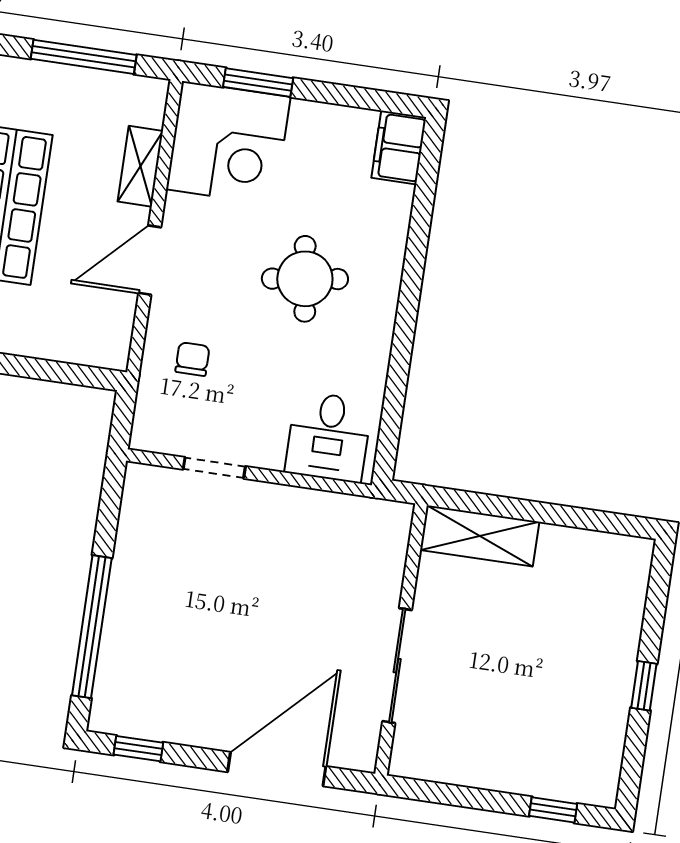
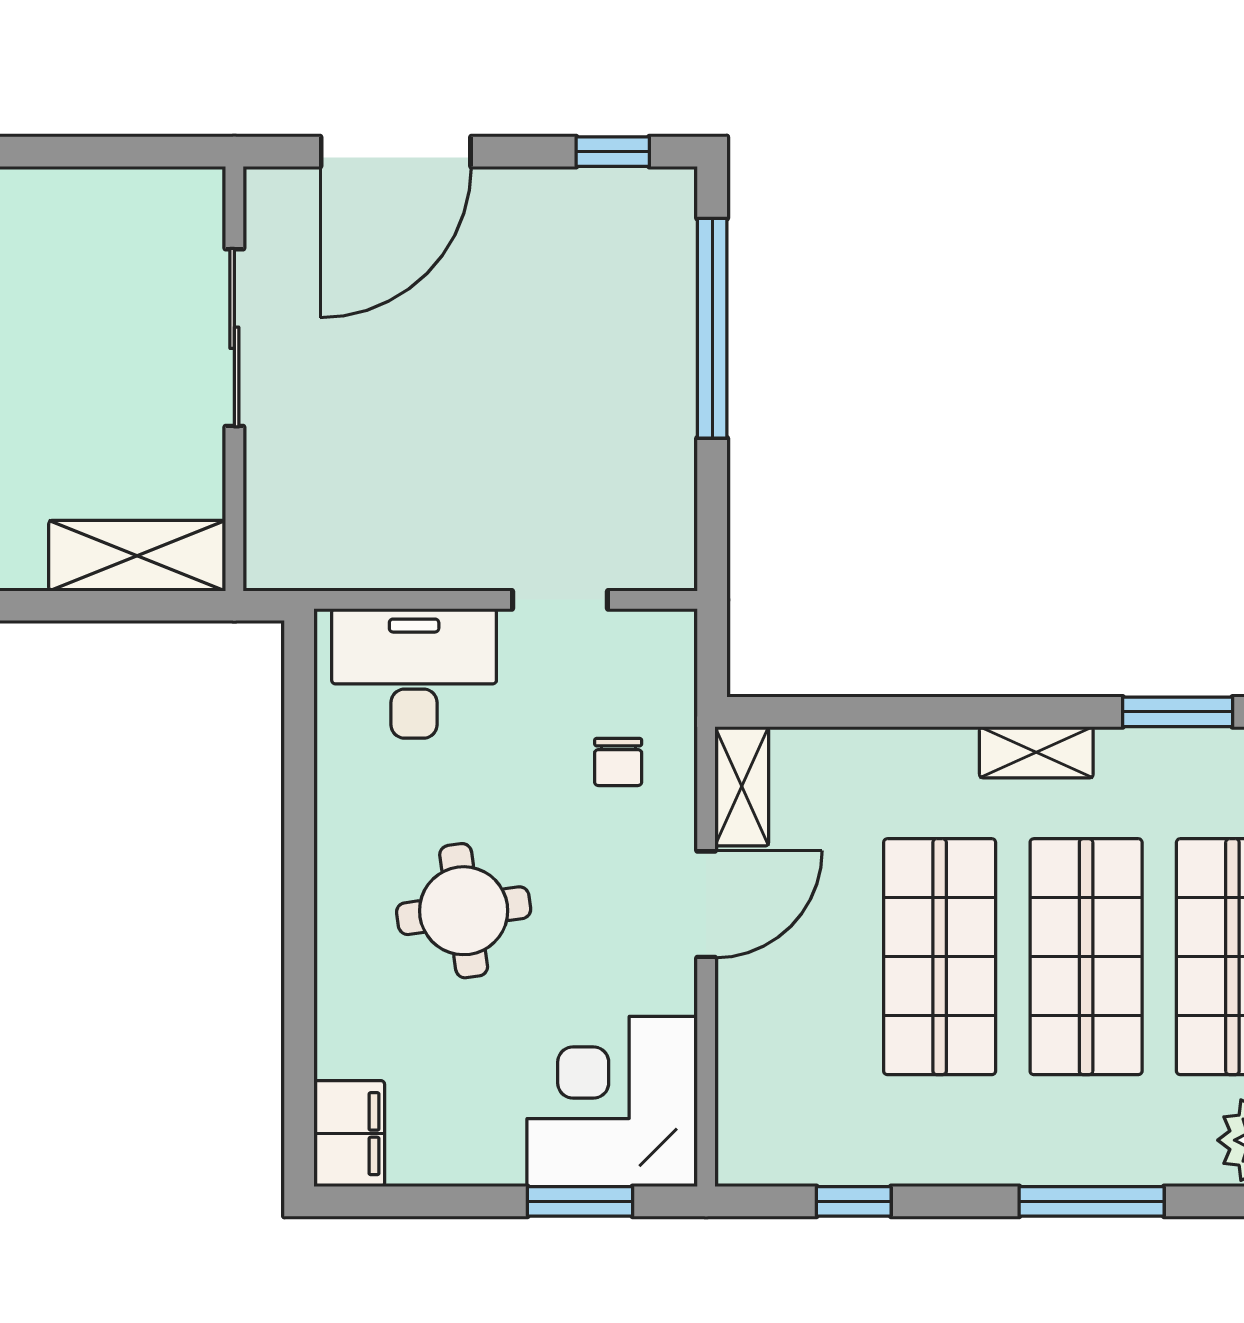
window: (84, 57) -> (854, 1201), width x0.46
shelving: (140, 166) -> (742, 786), moved
desk: (329, 437) -> (414, 673), width x1.37

